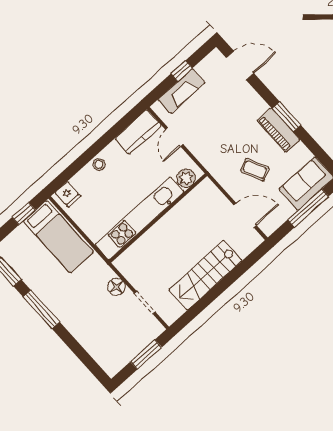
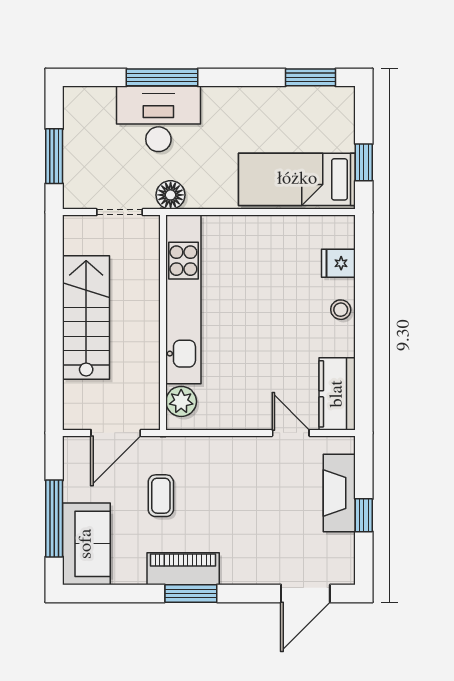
coffee table: (255, 170) -> (161, 496), turned -65
plant: (186, 178) -> (181, 401), moved
fridge: (68, 194) -> (338, 263), moved
kitchen unit: (139, 218) -> (183, 299), moved
wall: (158, 218) -> (163, 323), moved
window: (41, 309) -> (162, 77), moved
desk: (87, 323) -> (158, 119), added

